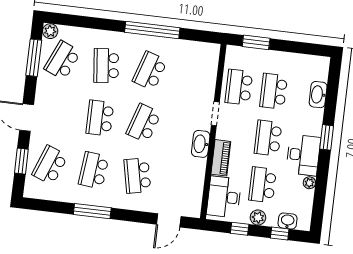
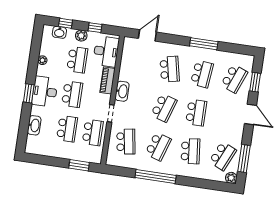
school desk: (194, 76) -> (126, 142), added
desk: (303, 155) -> (45, 92), moved

